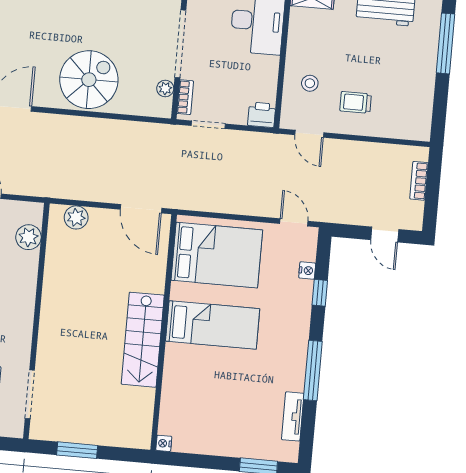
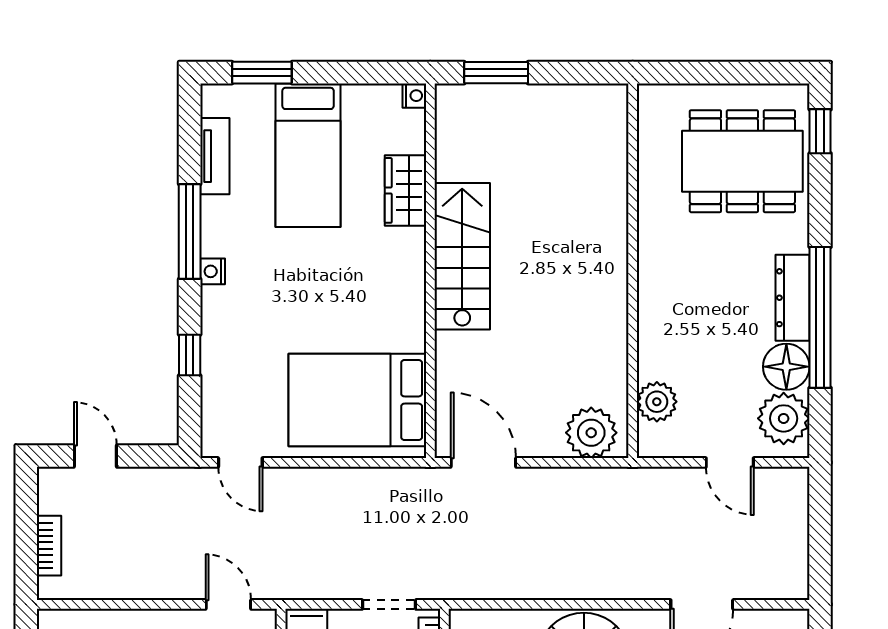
plant: (76, 217) -> (591, 433), width x1.36, depth x1.36
nightstand: (307, 270) -> (213, 271), moved
bed: (213, 325) -> (308, 155), moved, turned -90
wardrobe: (175, 384) -> (406, 190), added
doorway: (30, 394) -> (633, 154), removed
window: (77, 450) -> (496, 73), moved

